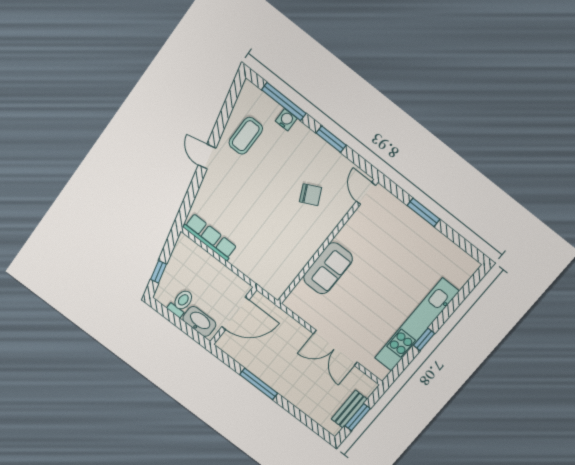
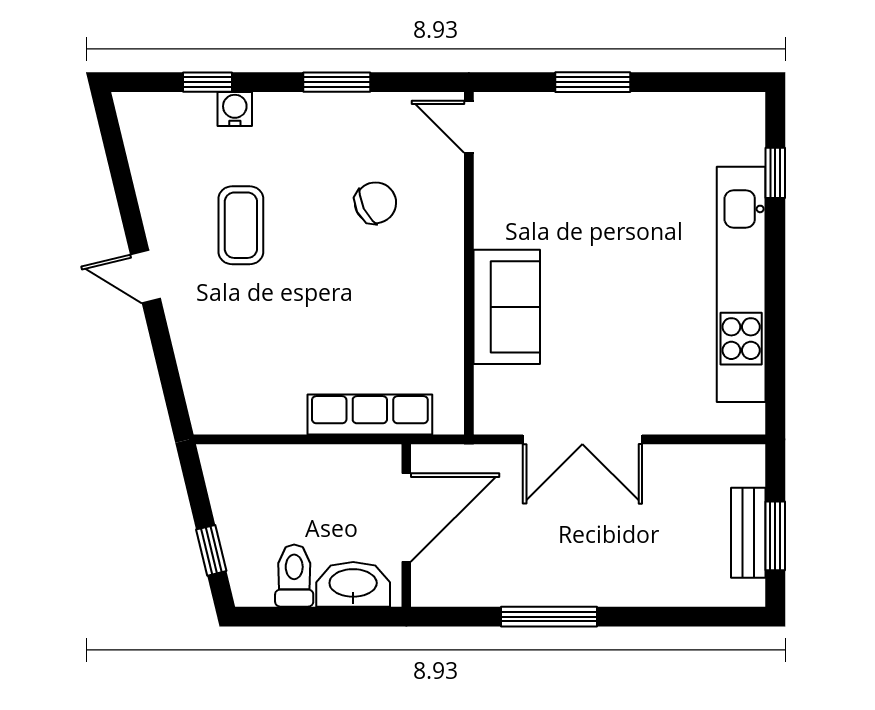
window: (284, 102) -> (208, 82), width x0.46
coffee table: (246, 136) -> (241, 225), moved
row of seats: (210, 237) -> (370, 415), moved
window: (424, 339) -> (775, 173), moved
double door: (335, 348) -> (582, 439), moved

